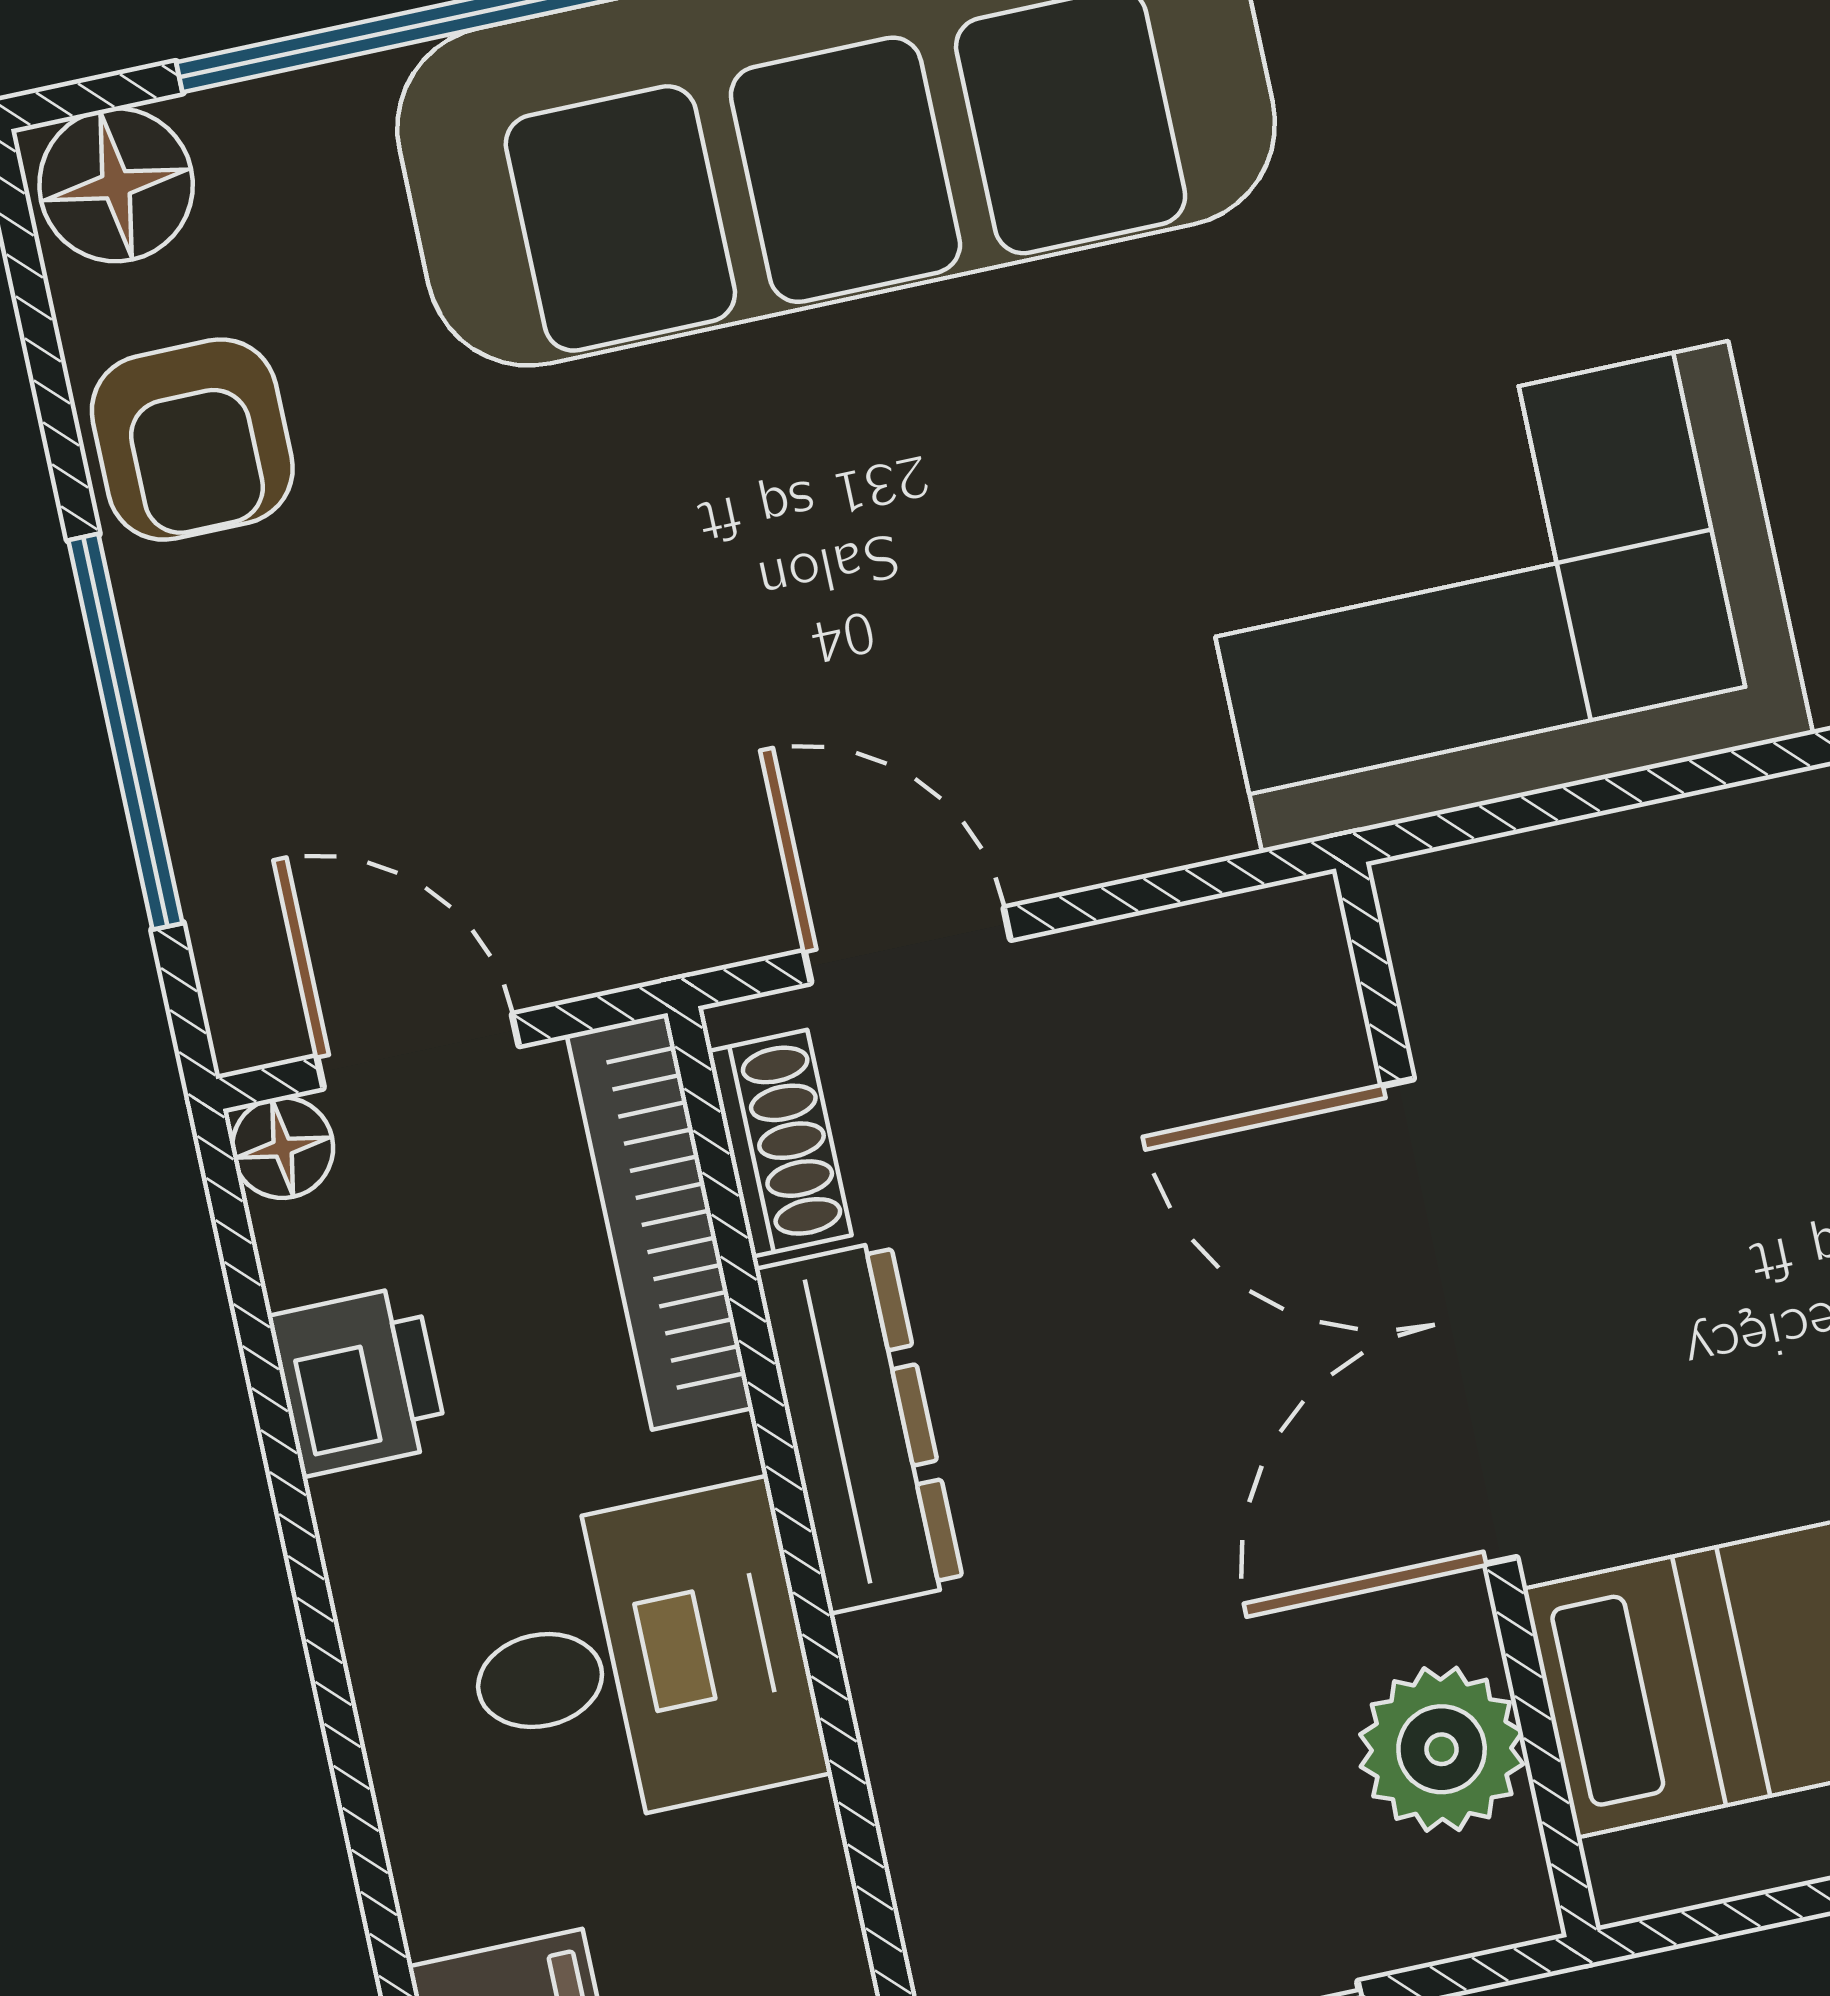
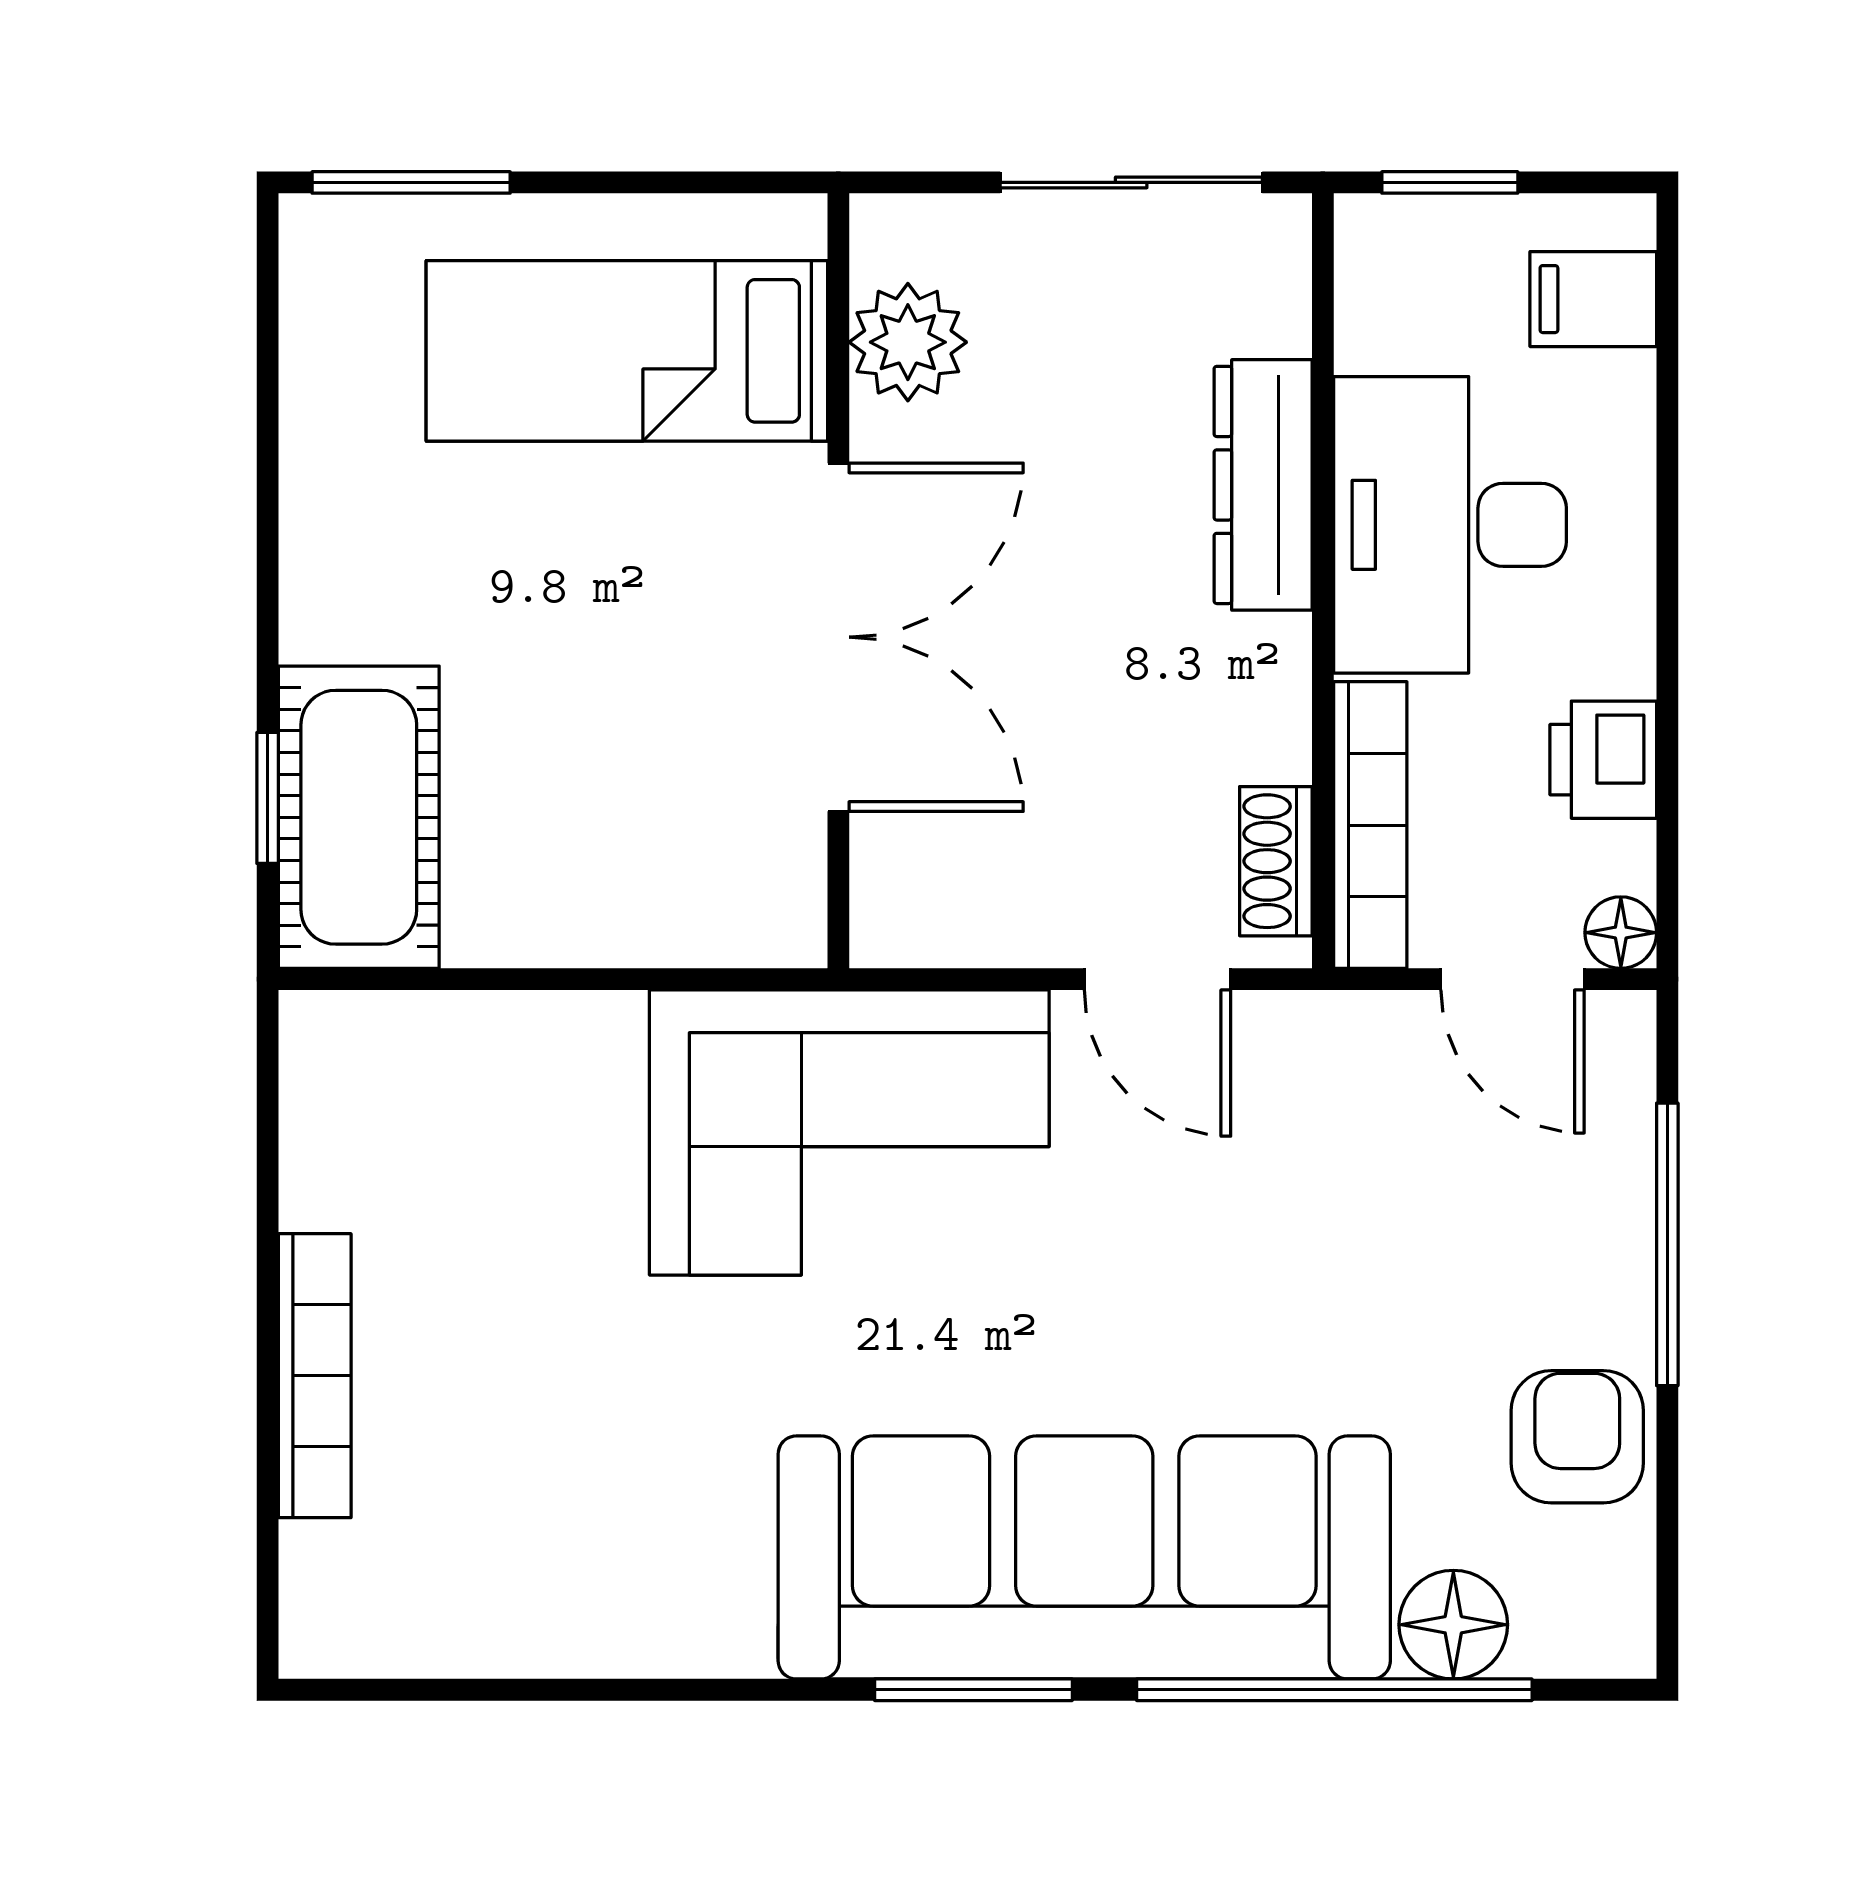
floor lamp: (116, 185) -> (1453, 1625), moved
corner sofa: (1495, 597) -> (849, 1132), moved
dresser: (859, 1427) -> (1263, 485), moved
desk: (640, 1659) -> (1450, 525), width x1.37

